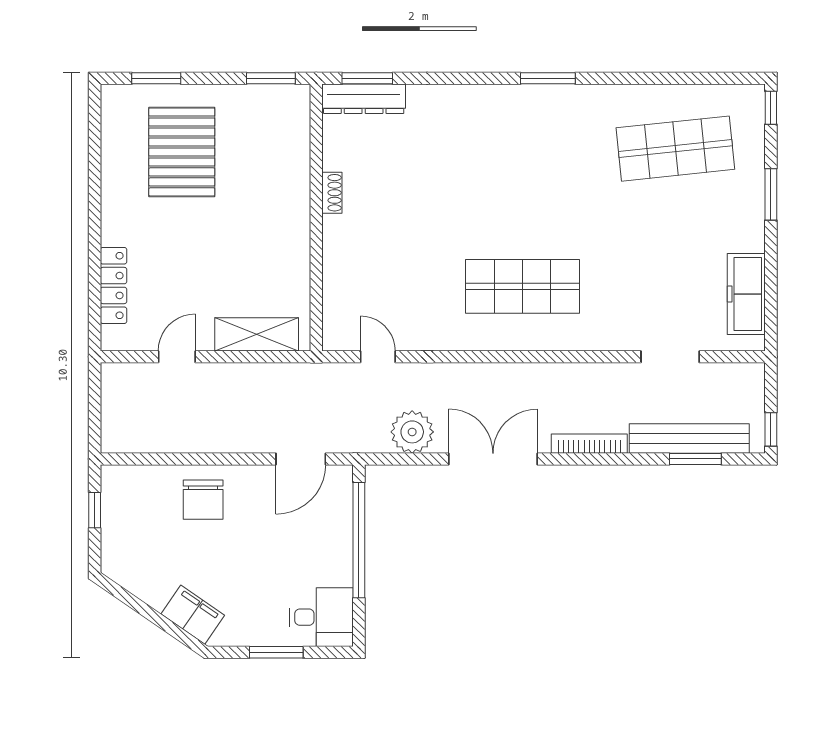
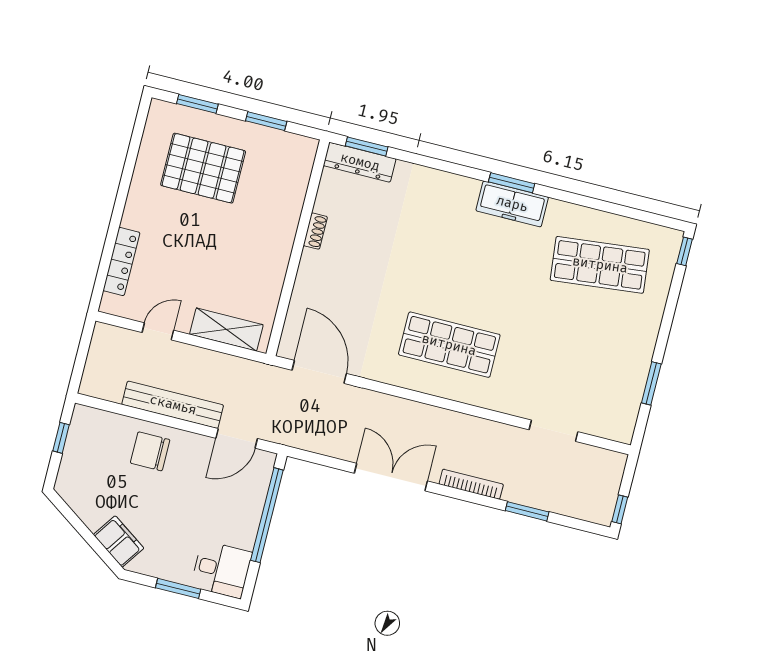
window: (271, 78) -> (266, 121), moved
pallet: (182, 152) -> (203, 168), turned 90
window: (771, 194) -> (651, 383), moved
freezer: (746, 294) -> (512, 204), moved, turned -90
door: (378, 357) -> (319, 372), width x1.87
plant: (412, 432) -> (331, 439), removed
bench: (689, 438) -> (173, 405), moved
window: (695, 459) -> (527, 511), moved
chair: (203, 500) -> (150, 451), turned 90

